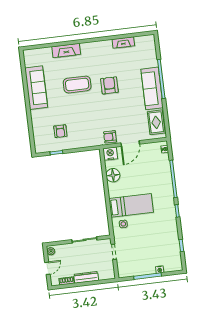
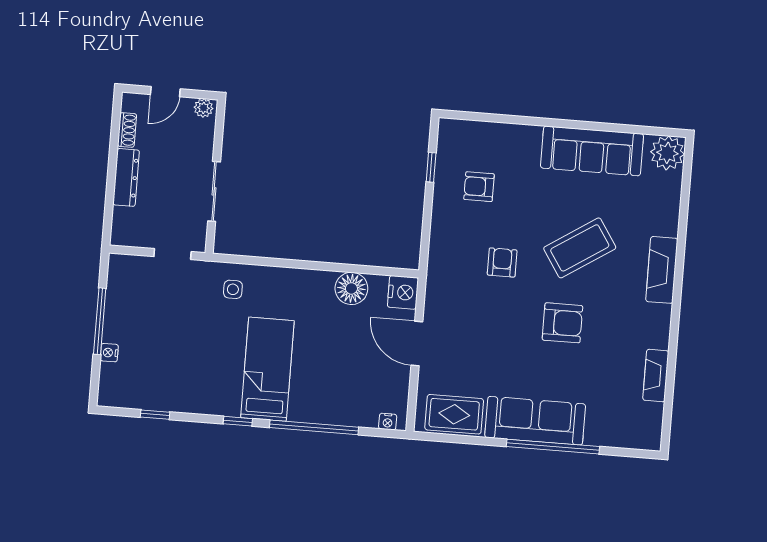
fireplace: (66, 50) -> (662, 270), moved
plant: (31, 56) -> (667, 153), added
coffee table: (77, 85) -> (580, 248), turned 57
armchair: (110, 137) -> (502, 262), moved
bed: (131, 205) -> (267, 369), moved, turned 180
door: (47, 268) -> (165, 92), hinge flipped

